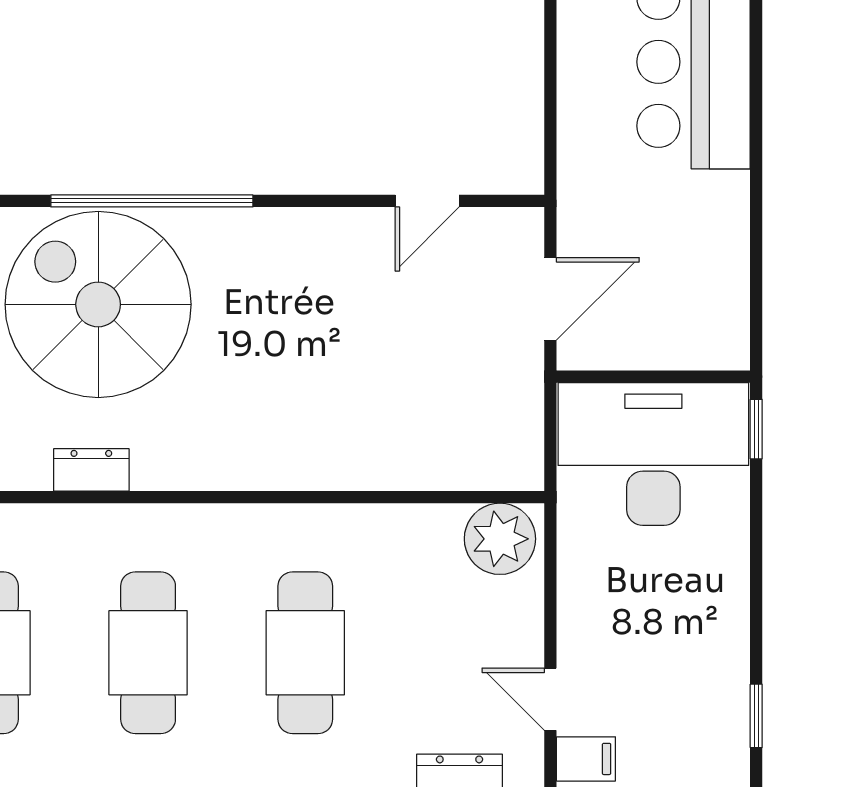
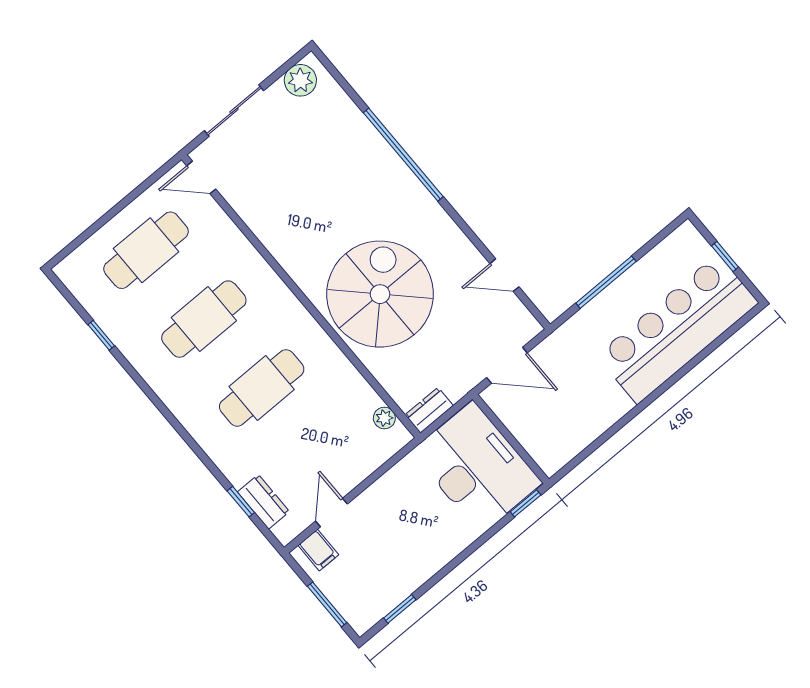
window: (550, 73) -> (606, 282), added
spiral stairs: (98, 304) -> (380, 294), moved
dresser: (91, 470) -> (429, 410), moved, turned -90
plant: (500, 539) -> (384, 418), width x0.53, depth x0.53

